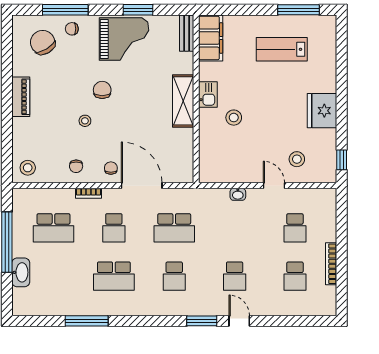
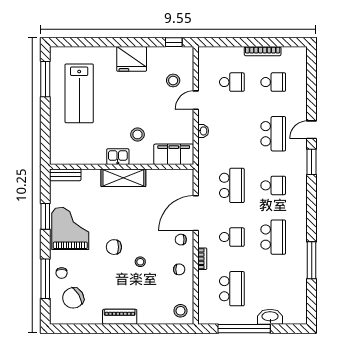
filing cabinet: (211, 38) -> (174, 154), moved
lab bench: (282, 49) -> (79, 93), width x1.36, depth x1.39
school desk: (235, 276) -> (273, 134), width x1.85

